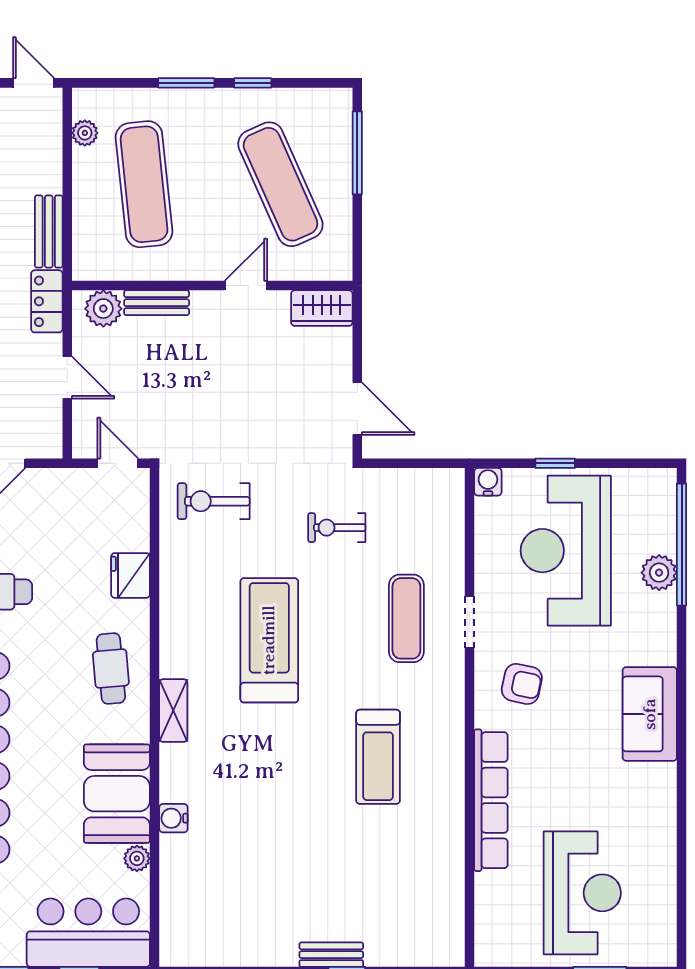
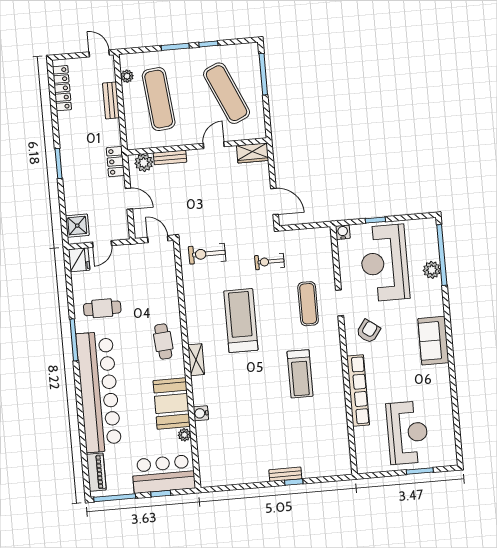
bench: (49, 231) -> (111, 100), moved
fridge: (131, 575) -> (169, 294), removed
armchair: (522, 684) -> (368, 331), turned -66

